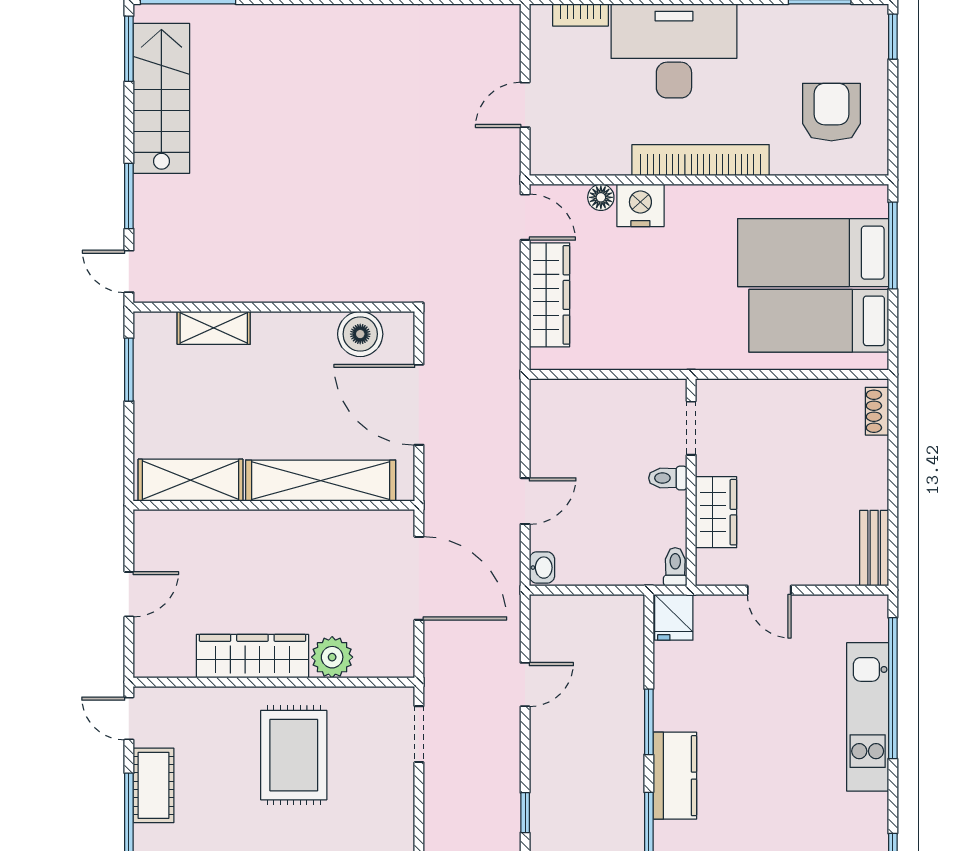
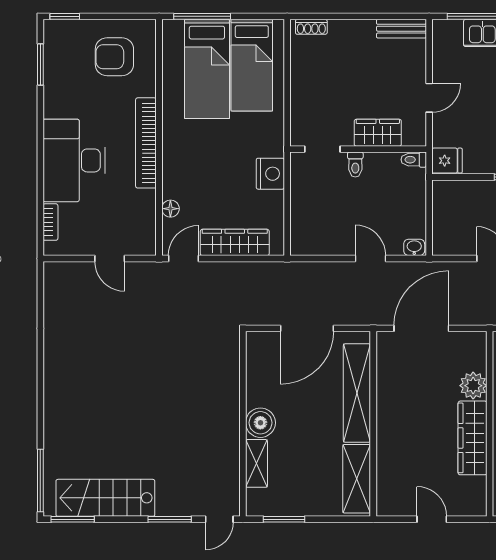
nightstand: (640, 205) -> (270, 174), moved, turned 180
boiler: (360, 334) -> (260, 423), moved

